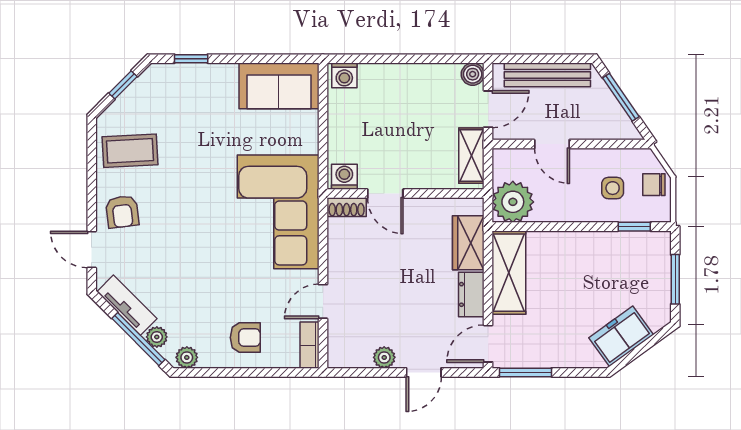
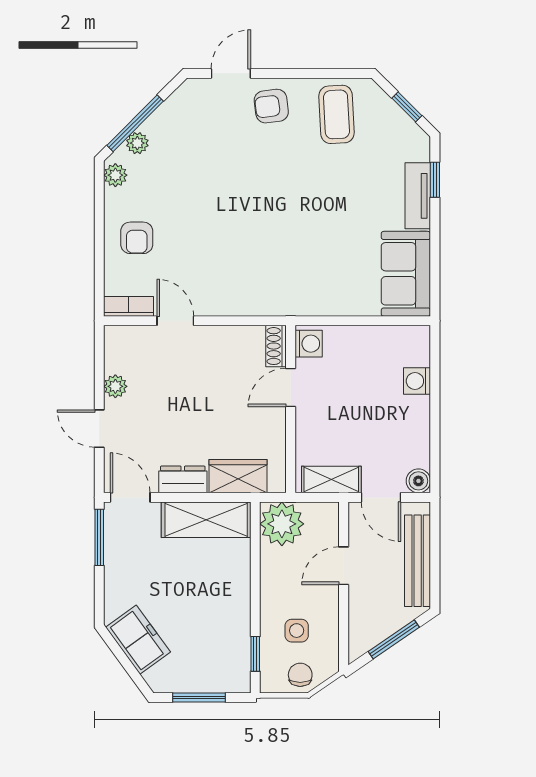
washing machine: (344, 75) -> (417, 381), moved
corner sofa: (278, 212) -> (271, 273), removed
tv unit: (127, 305) -> (418, 196), moved, turned 135

